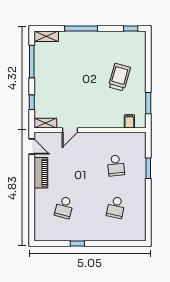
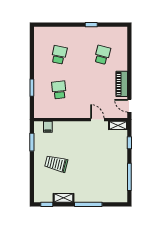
shelving: (46, 36) -> (63, 198), moved
trolley: (119, 77) -> (56, 164), turned 88
door: (70, 130) -> (97, 120), hinge flipped

